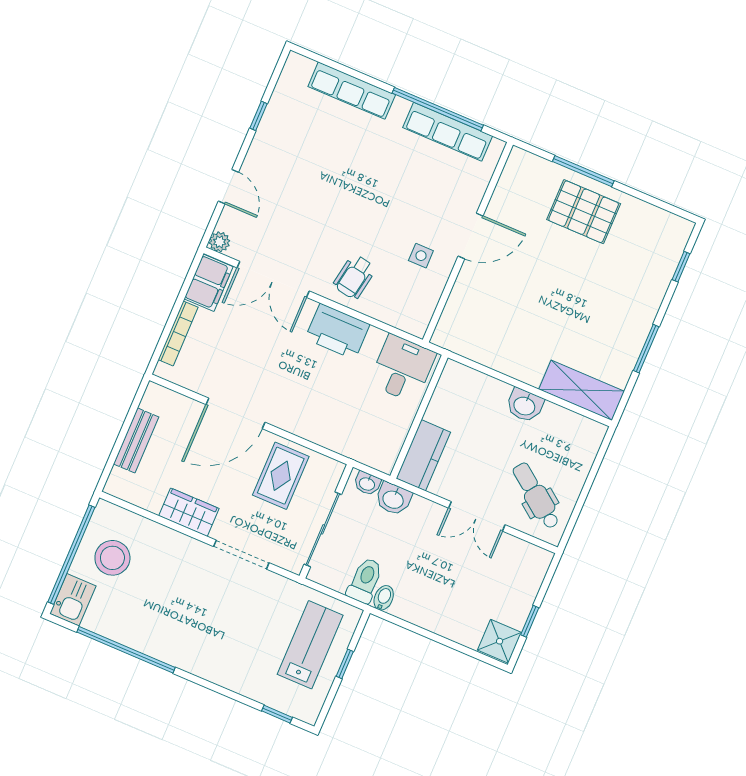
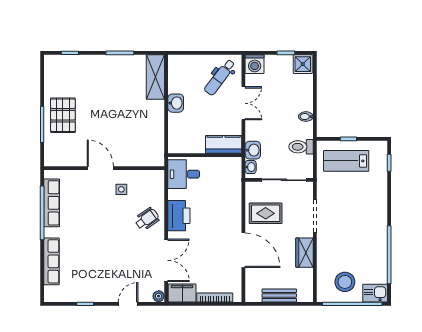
wheelchair: (354, 277) -> (147, 219), turned -45
washing machine: (533, 562) -> (255, 64), added
bidet: (384, 598) -> (306, 117), moved

